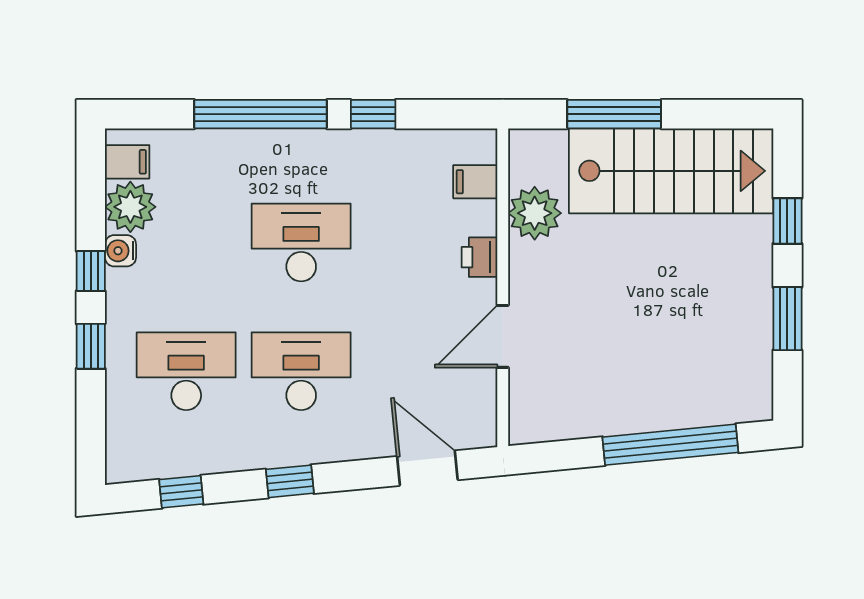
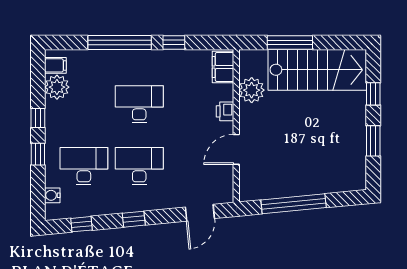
filing cabinet: (475, 182) -> (223, 67), width x2.00
water cooler: (120, 251) -> (52, 195), moved
window: (670, 445) -> (294, 204), moved
door: (427, 468) -> (200, 213), swing flipped

